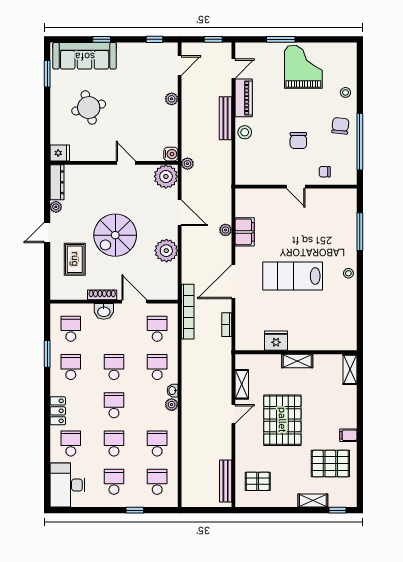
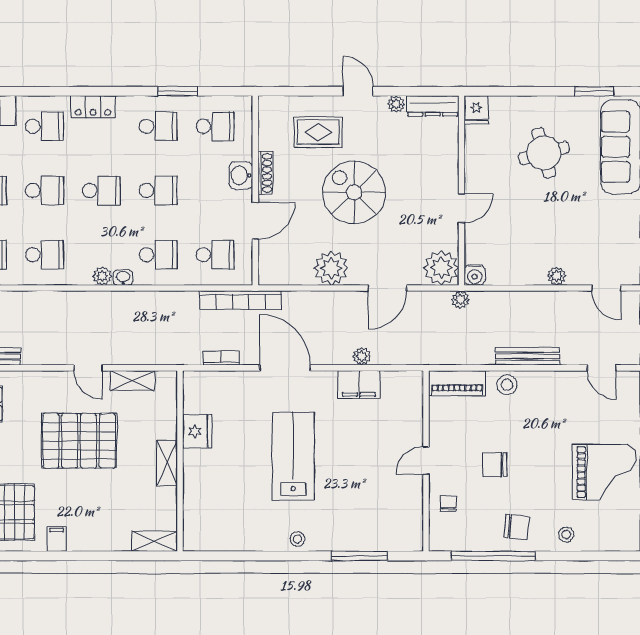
piano: (244, 98) -> (457, 383), moved

